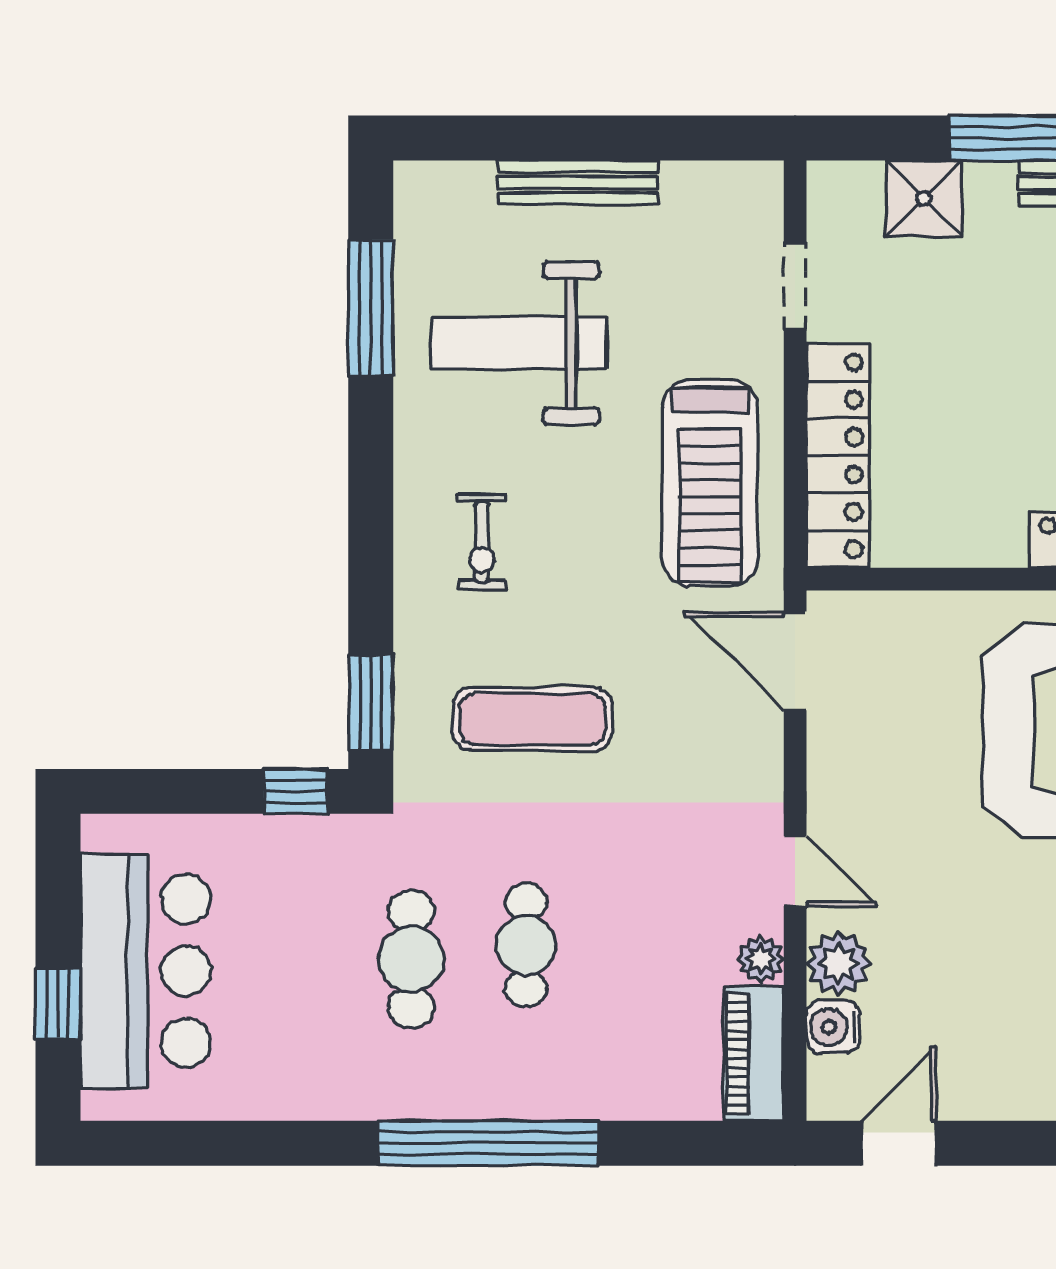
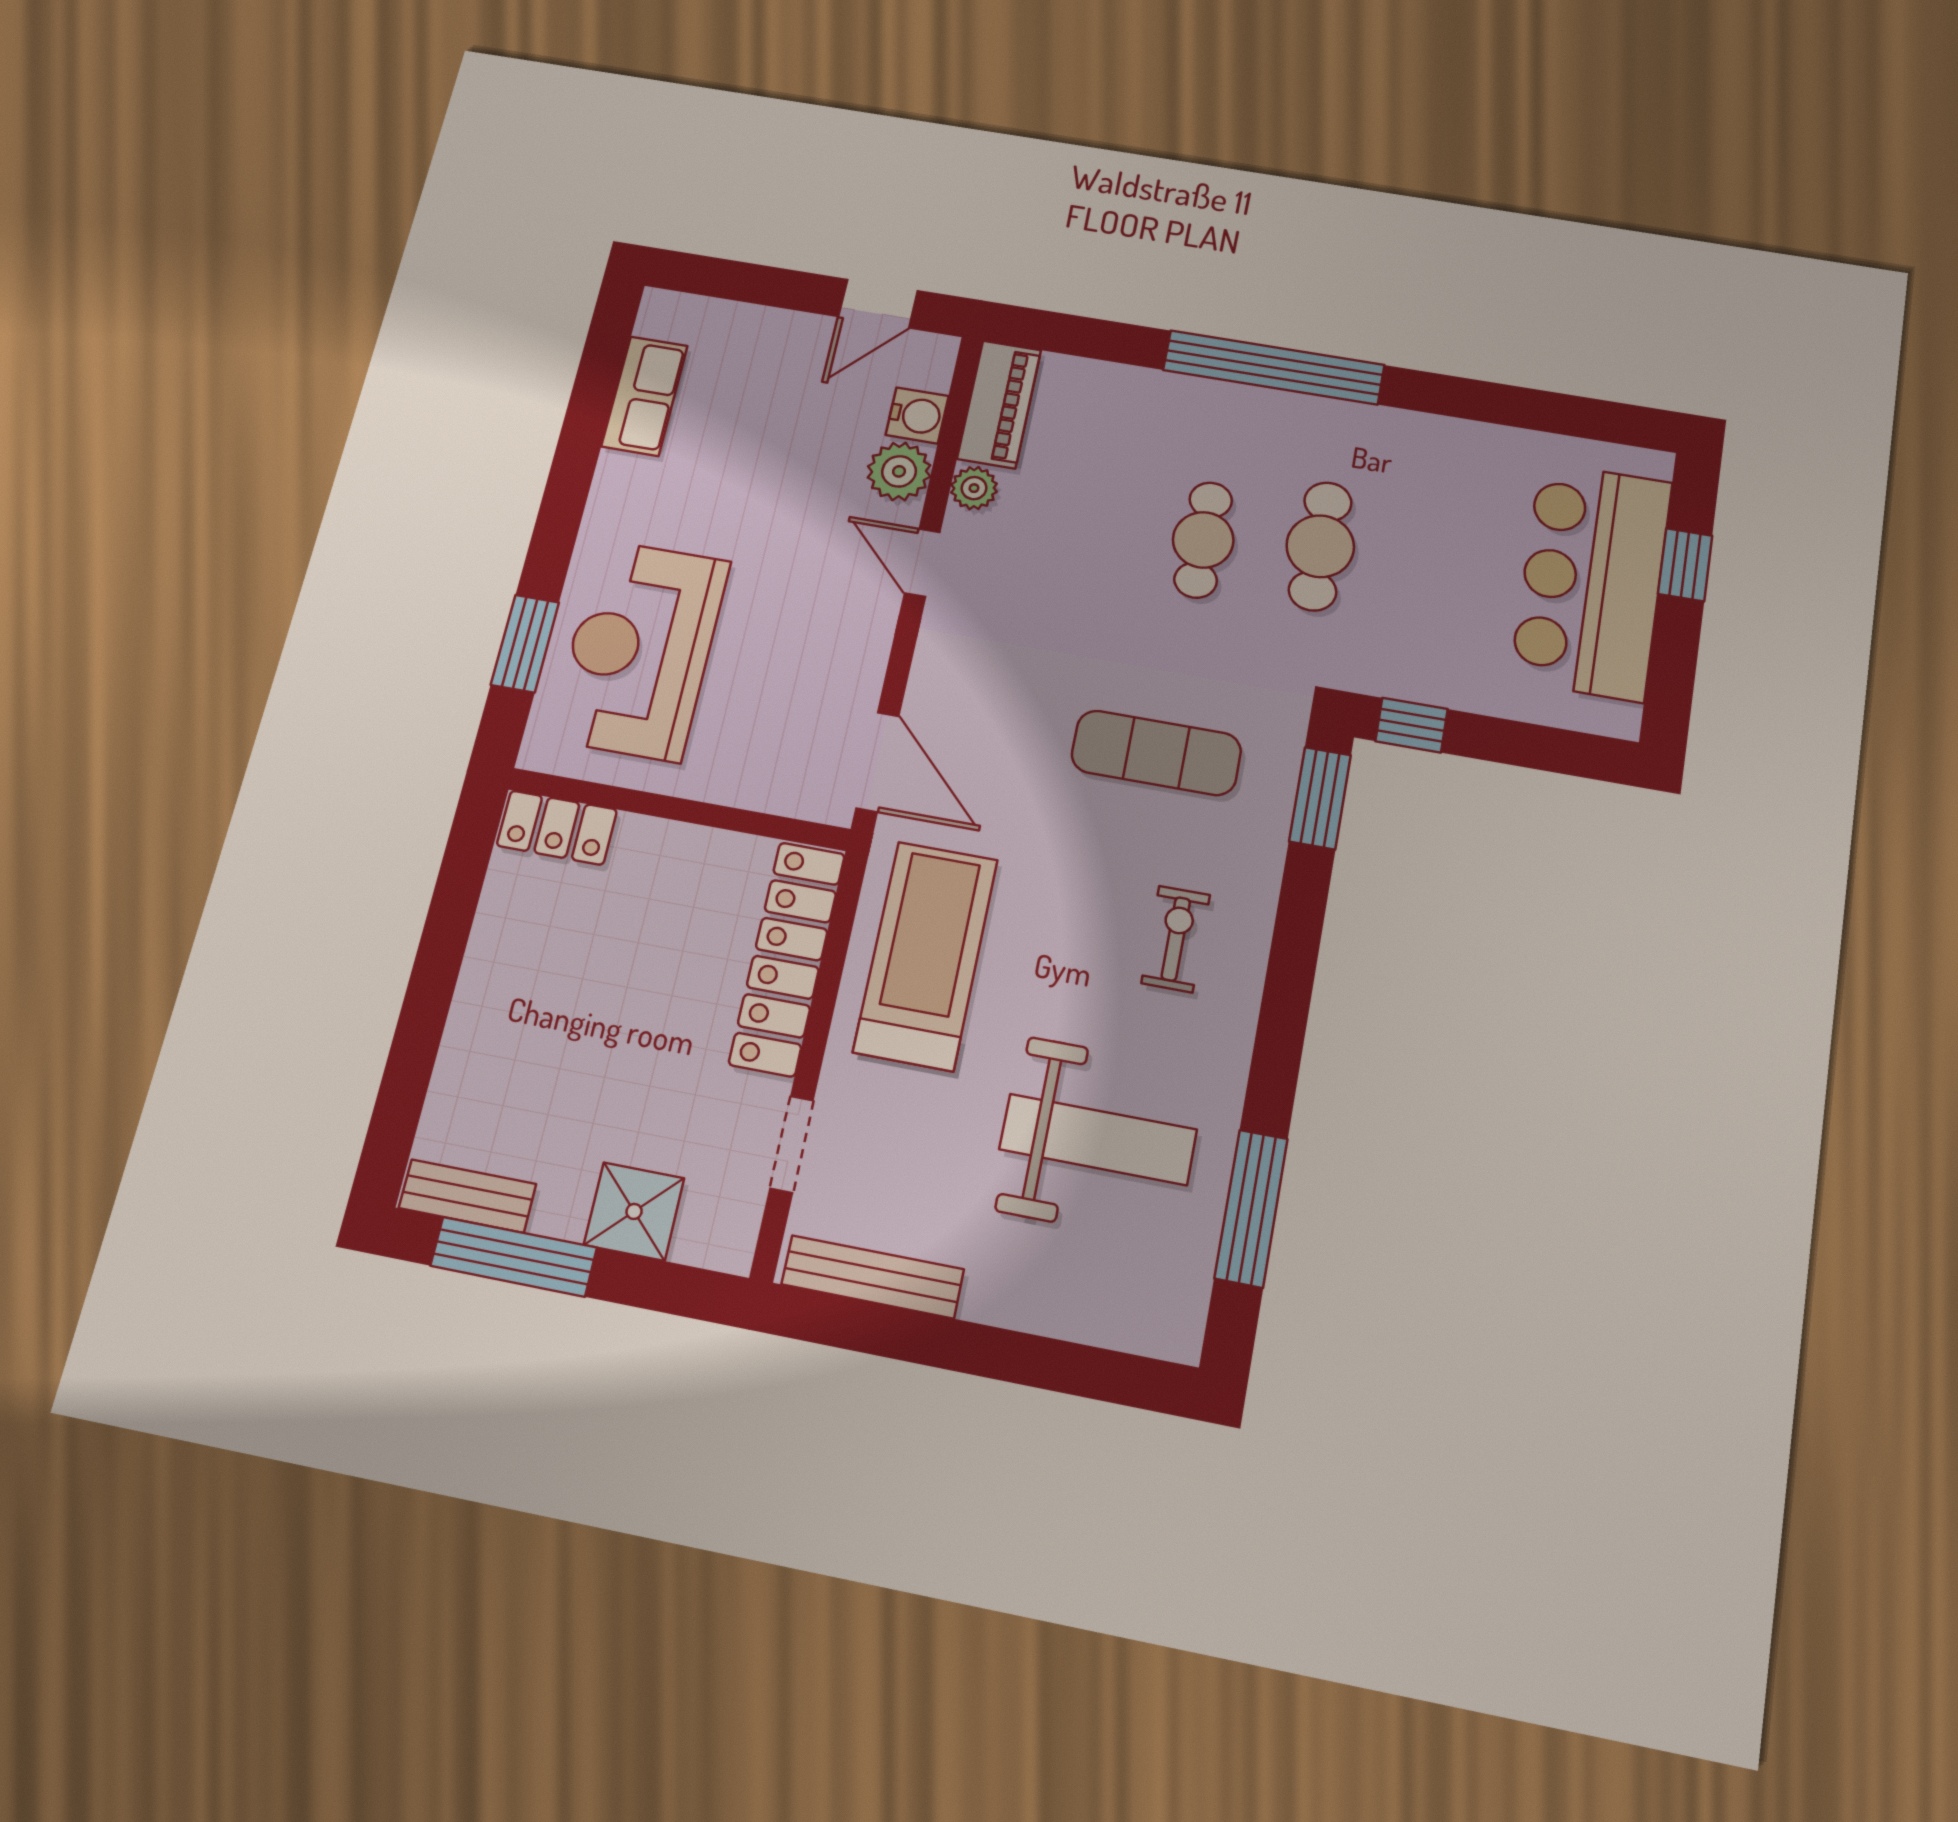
bench: (578, 183) -> (873, 1277), moved

